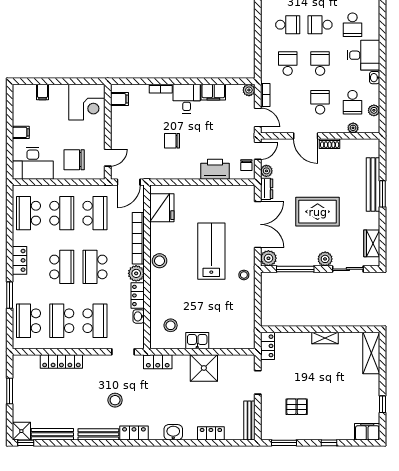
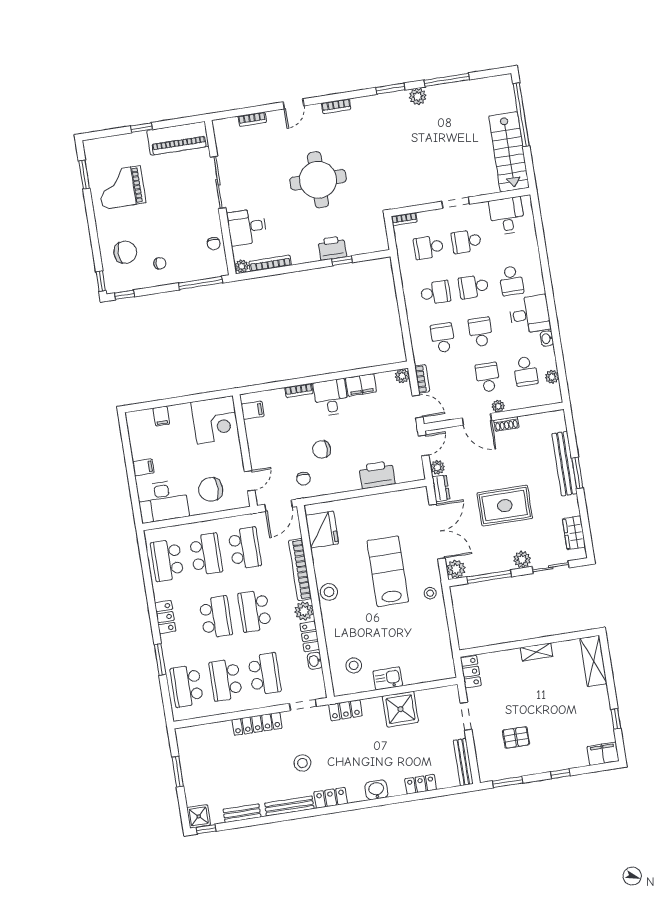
plant: (353, 128) -> (498, 406), moved
chair: (246, 165) -> (303, 479), moved
locker: (61, 361) -> (257, 724), moved
bench: (52, 434) -> (242, 813), width x0.73

